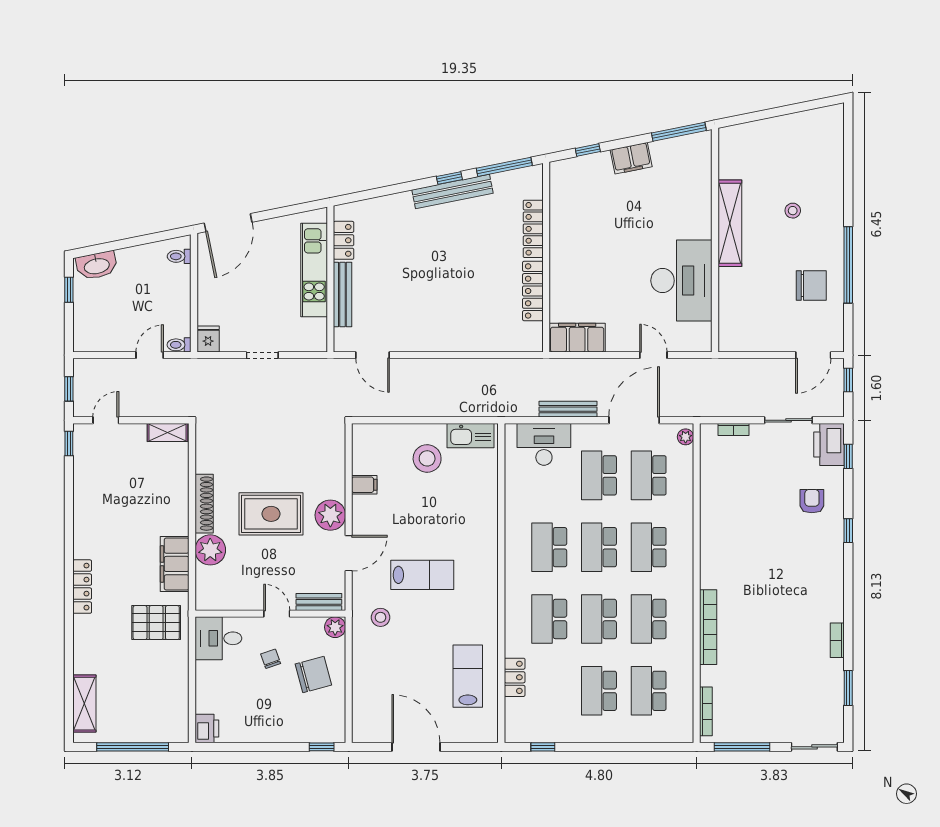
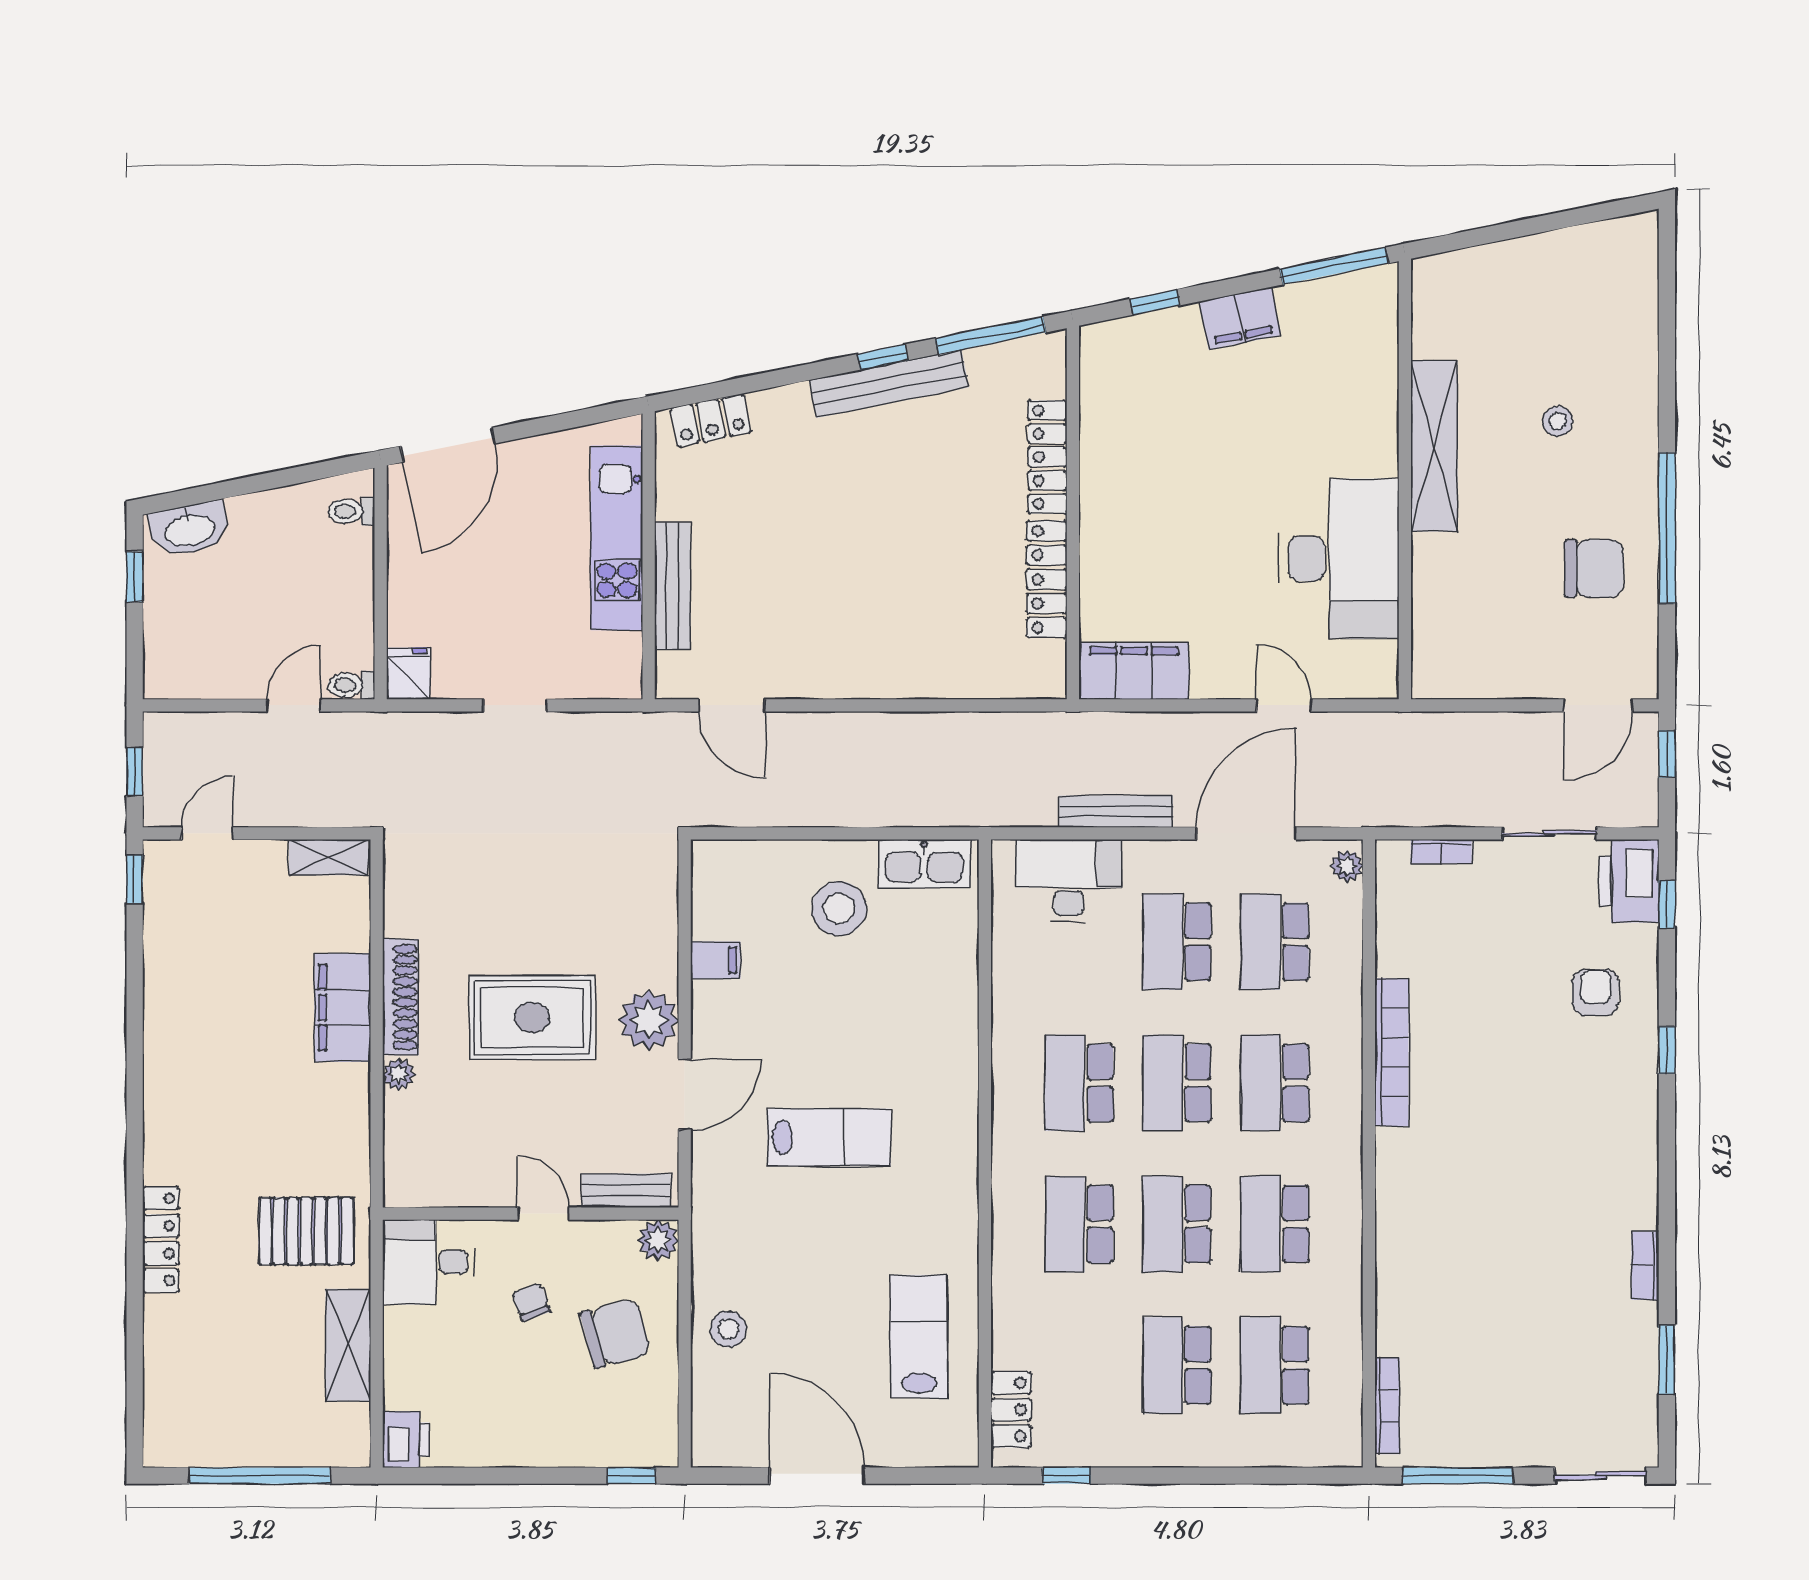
locker: (344, 240) -> (711, 420), moved, turned 79
plant: (210, 550) -> (399, 1074), width x0.53, depth x0.53
filing cabinet: (175, 564) -> (342, 1007), moved
locker: (82, 587) -> (161, 1240), moved
stool: (381, 617) -> (728, 1329), moved
bookcase: (708, 627) -> (1392, 1052), moved
locker: (515, 677) -> (1011, 1410), moved
shelving: (84, 704) -> (348, 1345), moved

